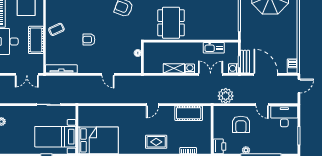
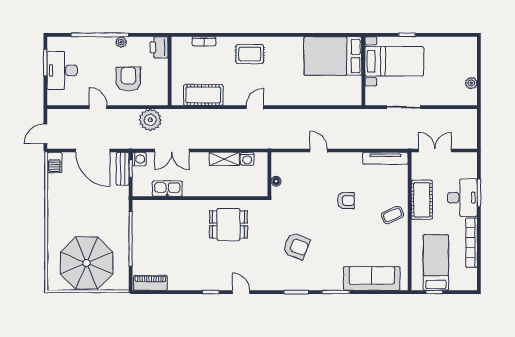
dining table: (171, 23) -> (228, 224), width x0.73
washing machine: (190, 69) -> (247, 159), moved
desk: (284, 116) -> (62, 70), moved, turned 90

